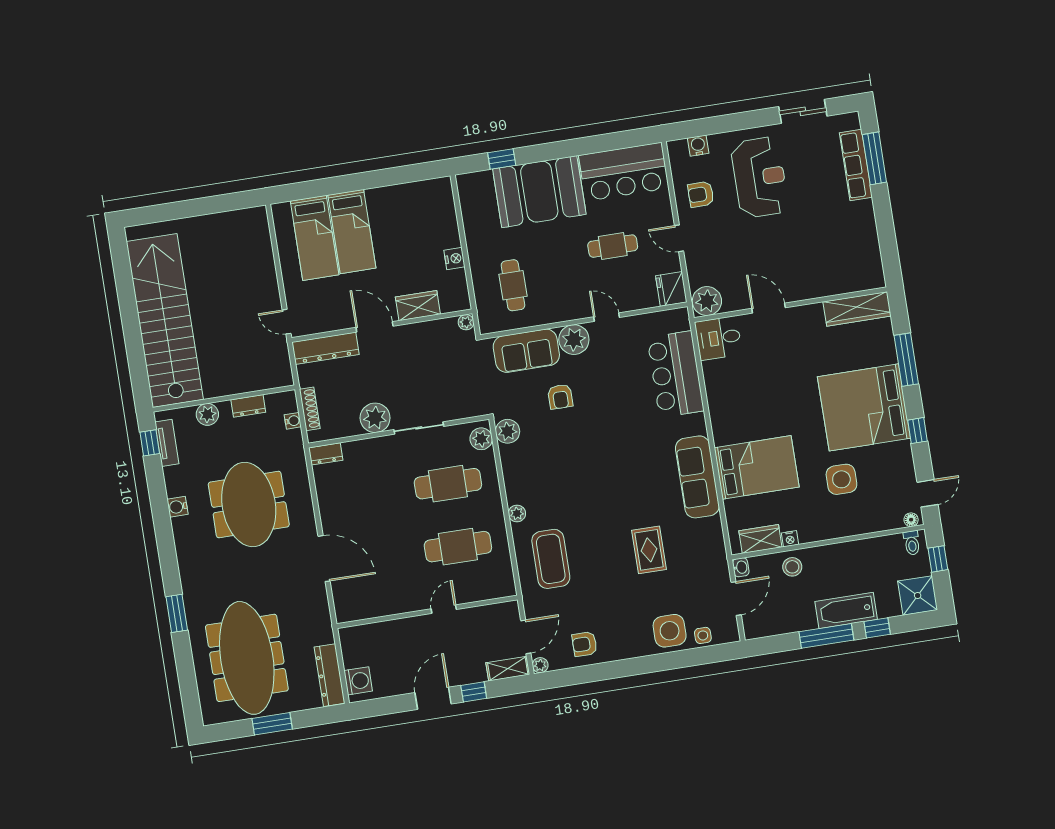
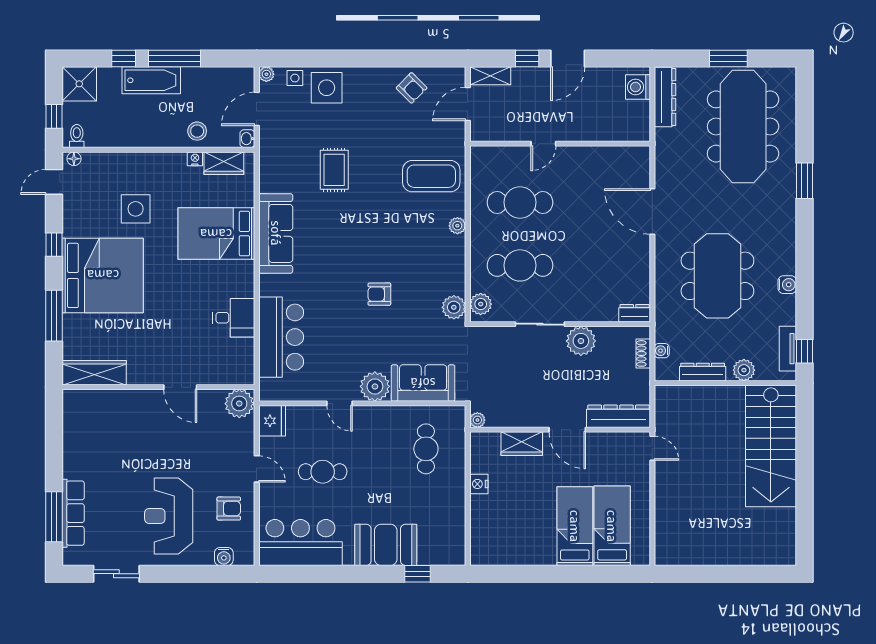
booth: (539, 192) -> (386, 545), width x0.73, depth x0.70
stairs: (165, 321) -> (771, 446), width x0.73
desk: (718, 338) -> (234, 318), moved
armchair: (560, 397) -> (379, 294), moved, turned -90
dresser: (248, 406) -> (703, 372), width x1.44
shoe rack: (310, 409) -> (643, 353), width x0.70
coffee table: (551, 559) -> (431, 176), turned 90
armchair: (585, 644) -> (412, 88), turned 45
plant: (540, 665) -> (266, 74), moved

